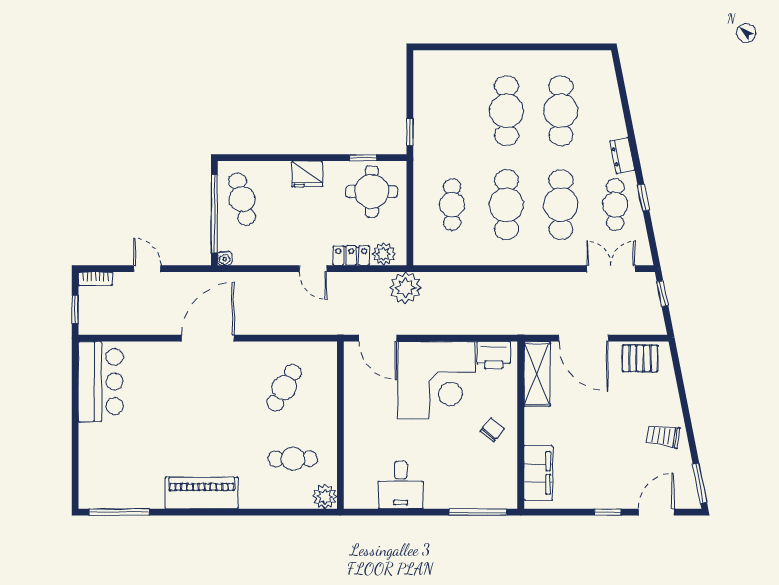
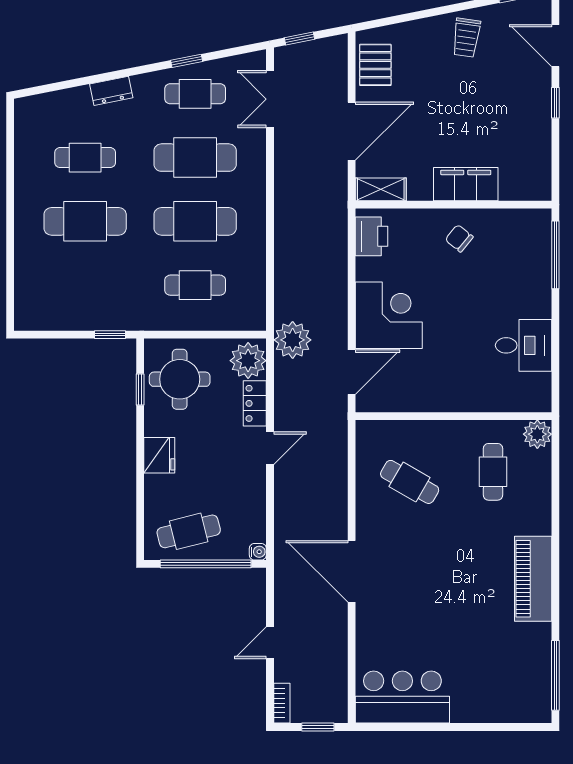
cafe table: (561, 111) -> (85, 158), width x0.73, depth x0.74
dresser: (622, 155) -> (111, 91), moved
plant: (384, 254) -> (248, 361), width x1.36, depth x1.36
shelving: (537, 374) -> (381, 189), width x0.67, depth x0.75
corner desk: (437, 380) -> (389, 315), width x0.74, depth x0.74
filing cabinet: (538, 473) -> (466, 184), moved

